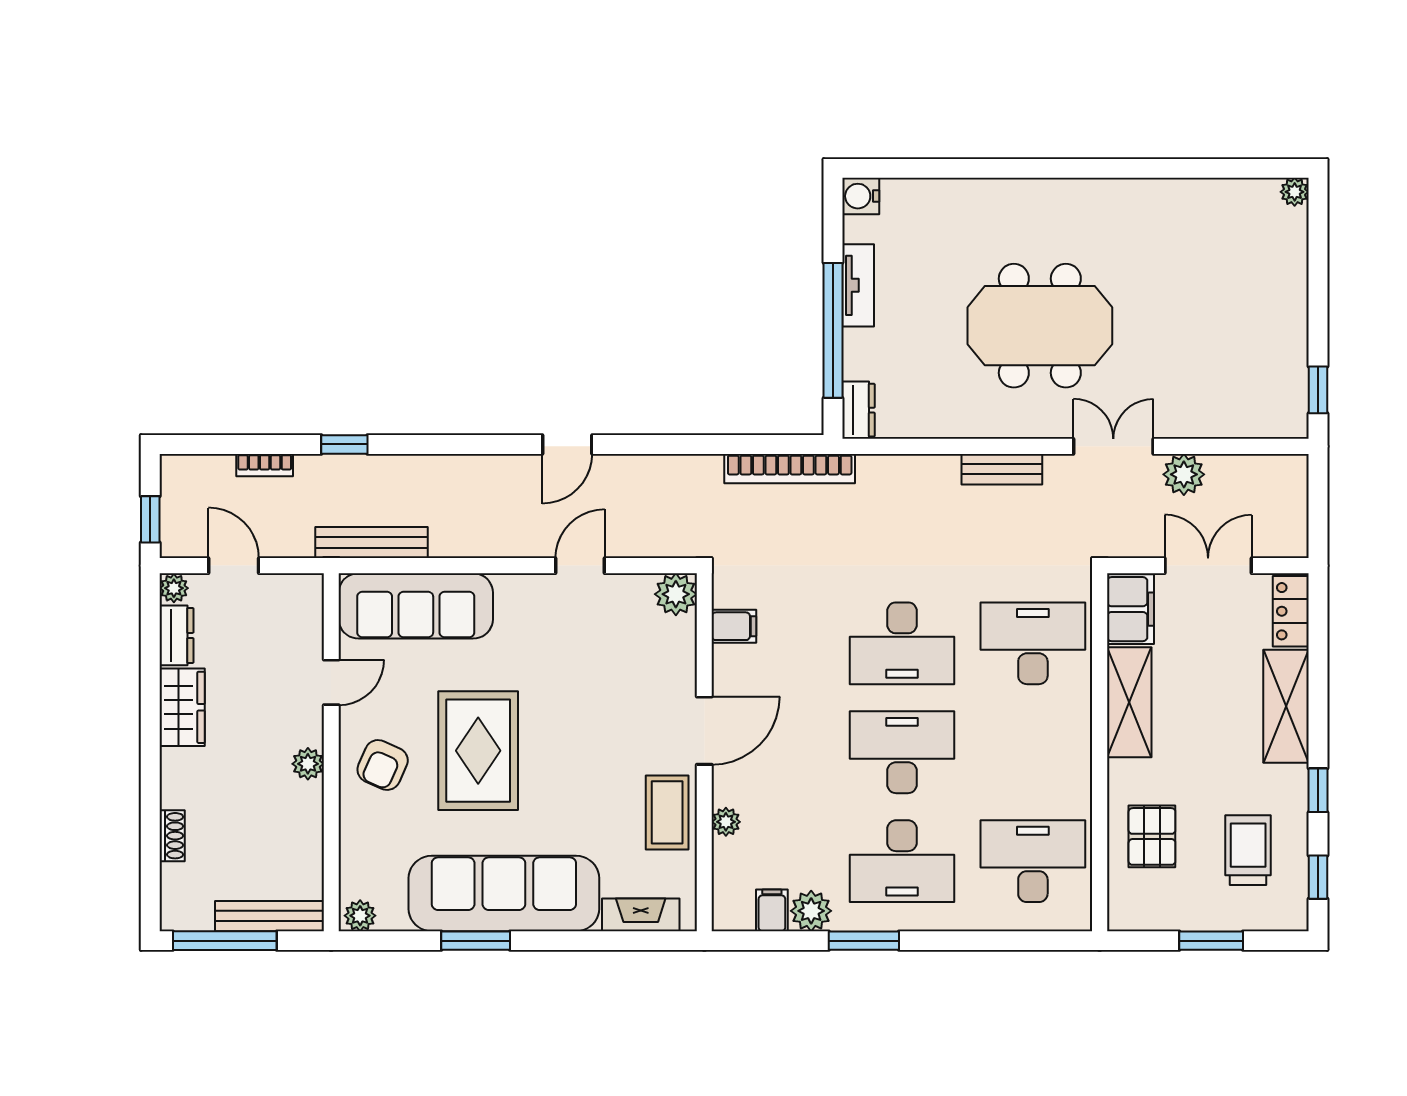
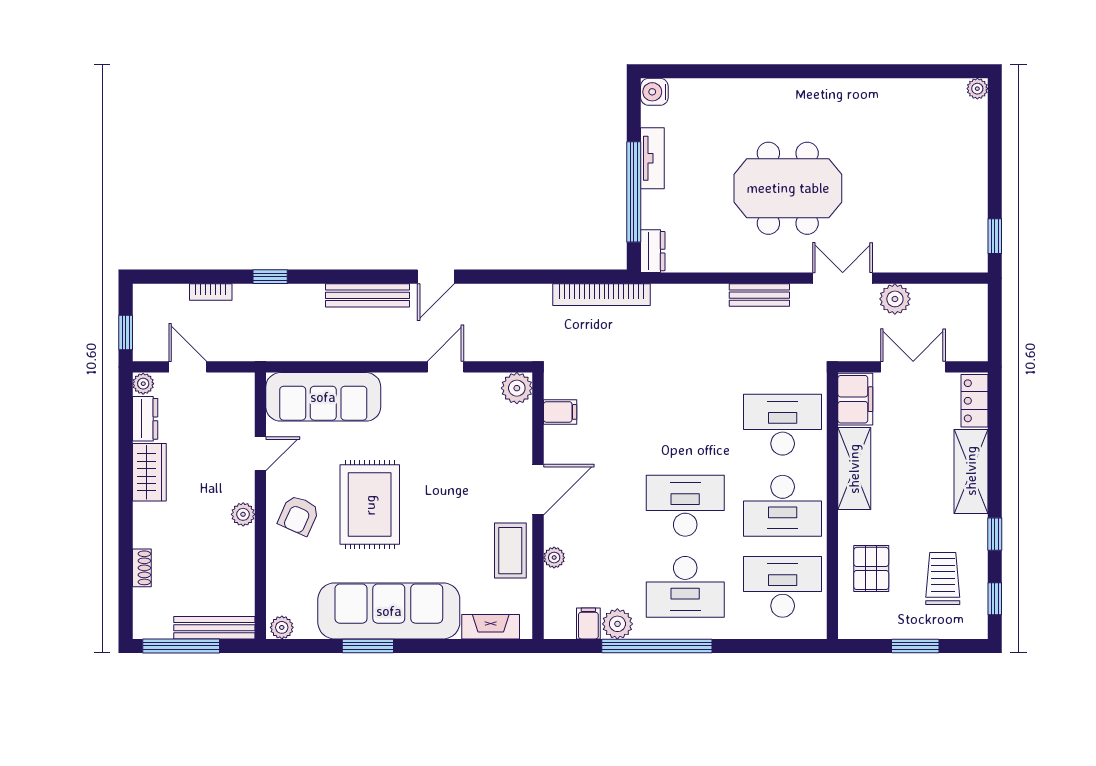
bench: (371, 543) -> (367, 295), moved
desk: (902, 643) -> (783, 506), moved
window: (864, 941) -> (657, 646), width x2.11

